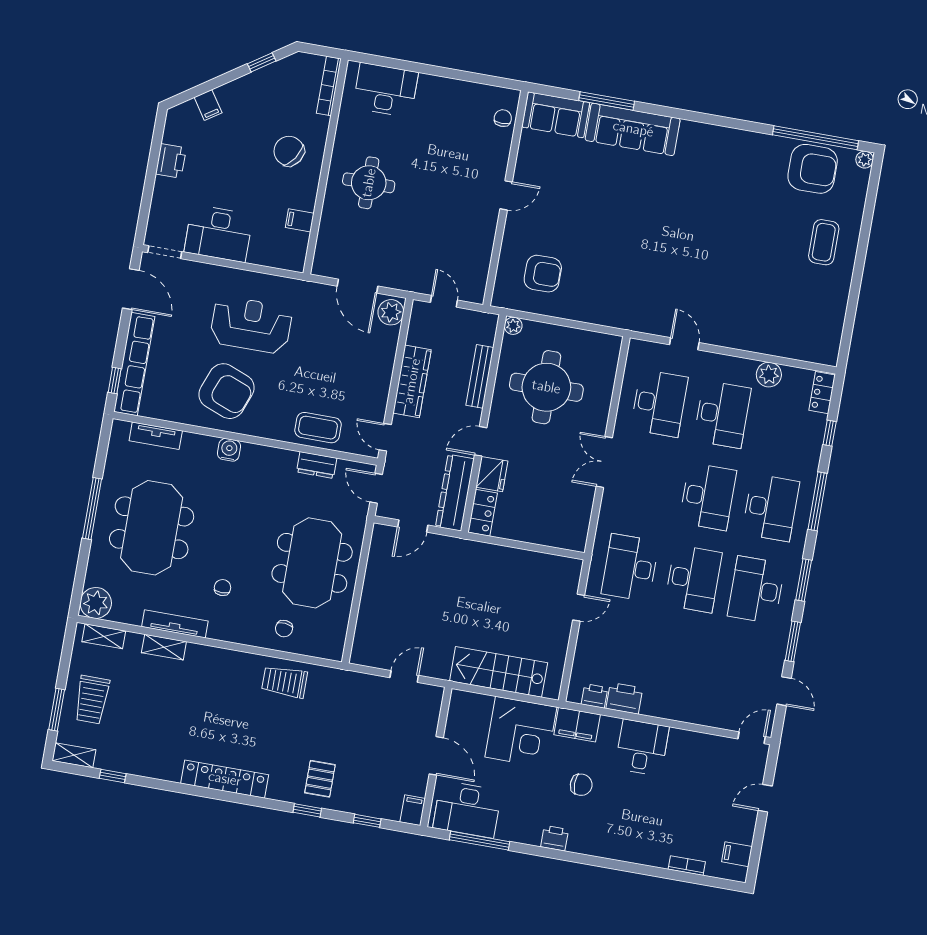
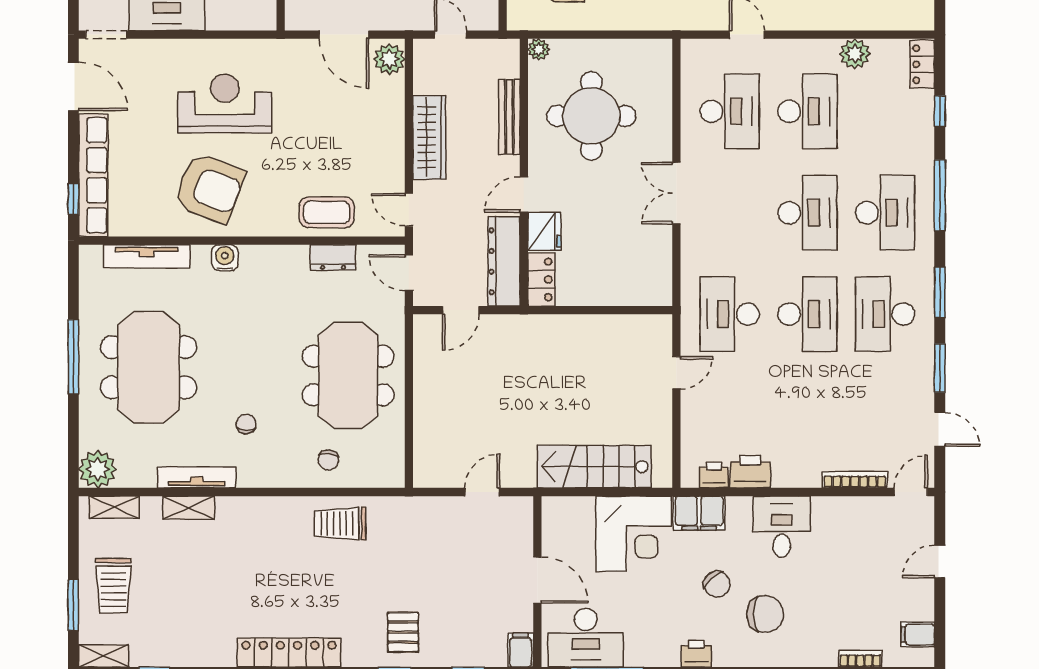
tv unit: (156, 436) -> (147, 256), width x1.41
bookcase: (708, 720) -> (855, 480), added
chair: (581, 785) -> (717, 584), turned 49
chair: (616, 816) -> (765, 614), added

